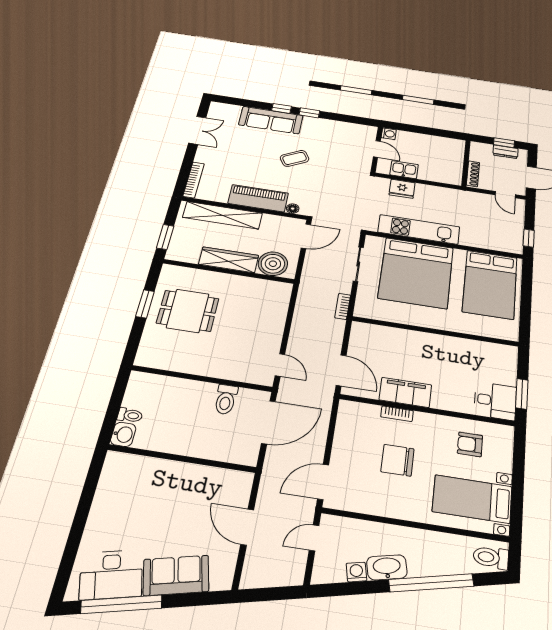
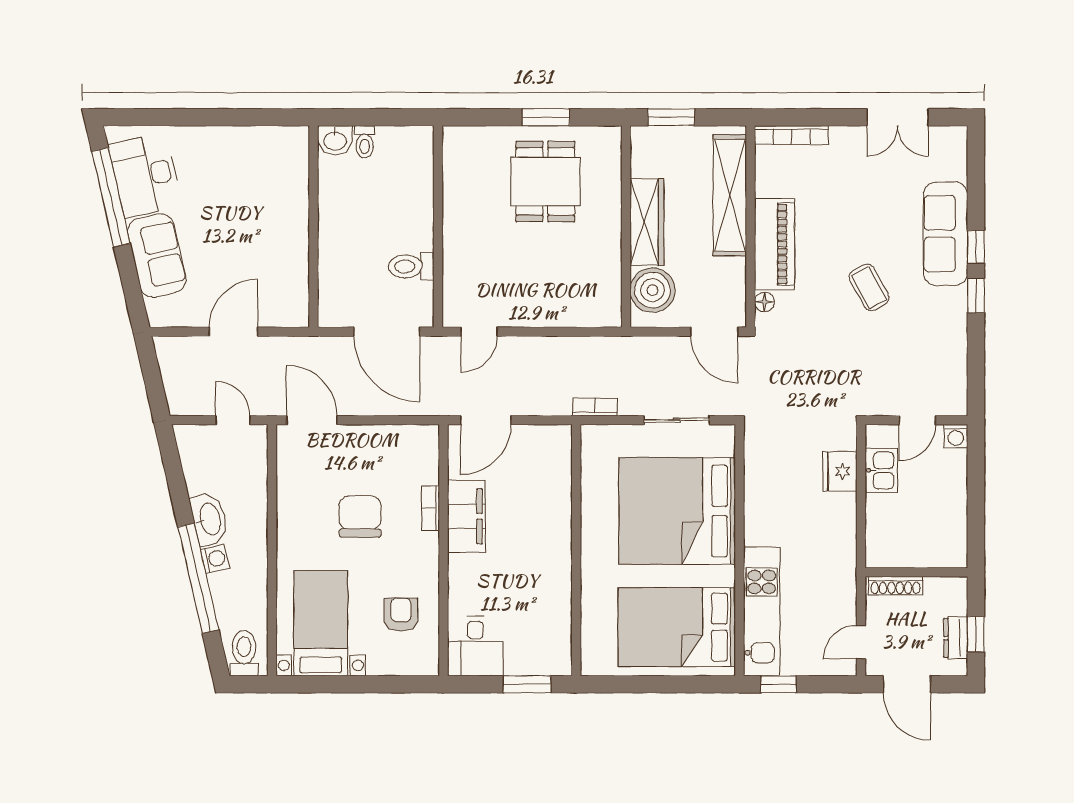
kitchen unit: (419, 229) -> (762, 612), moved
window: (522, 394) -> (527, 684), moved
washing machine: (356, 572) -> (215, 559), moved

